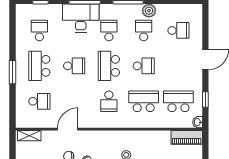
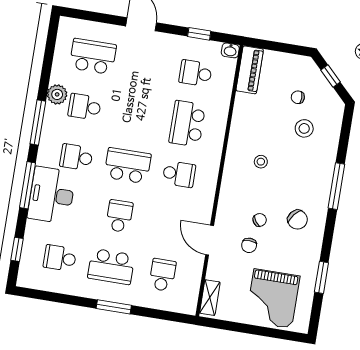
school desk: (178, 30) -> (93, 56), width x1.85
school desk: (109, 66) -> (128, 166), turned 180
school desk: (144, 66) -> (136, 115), removed
school desk: (178, 101) -> (195, 73), width x0.54

